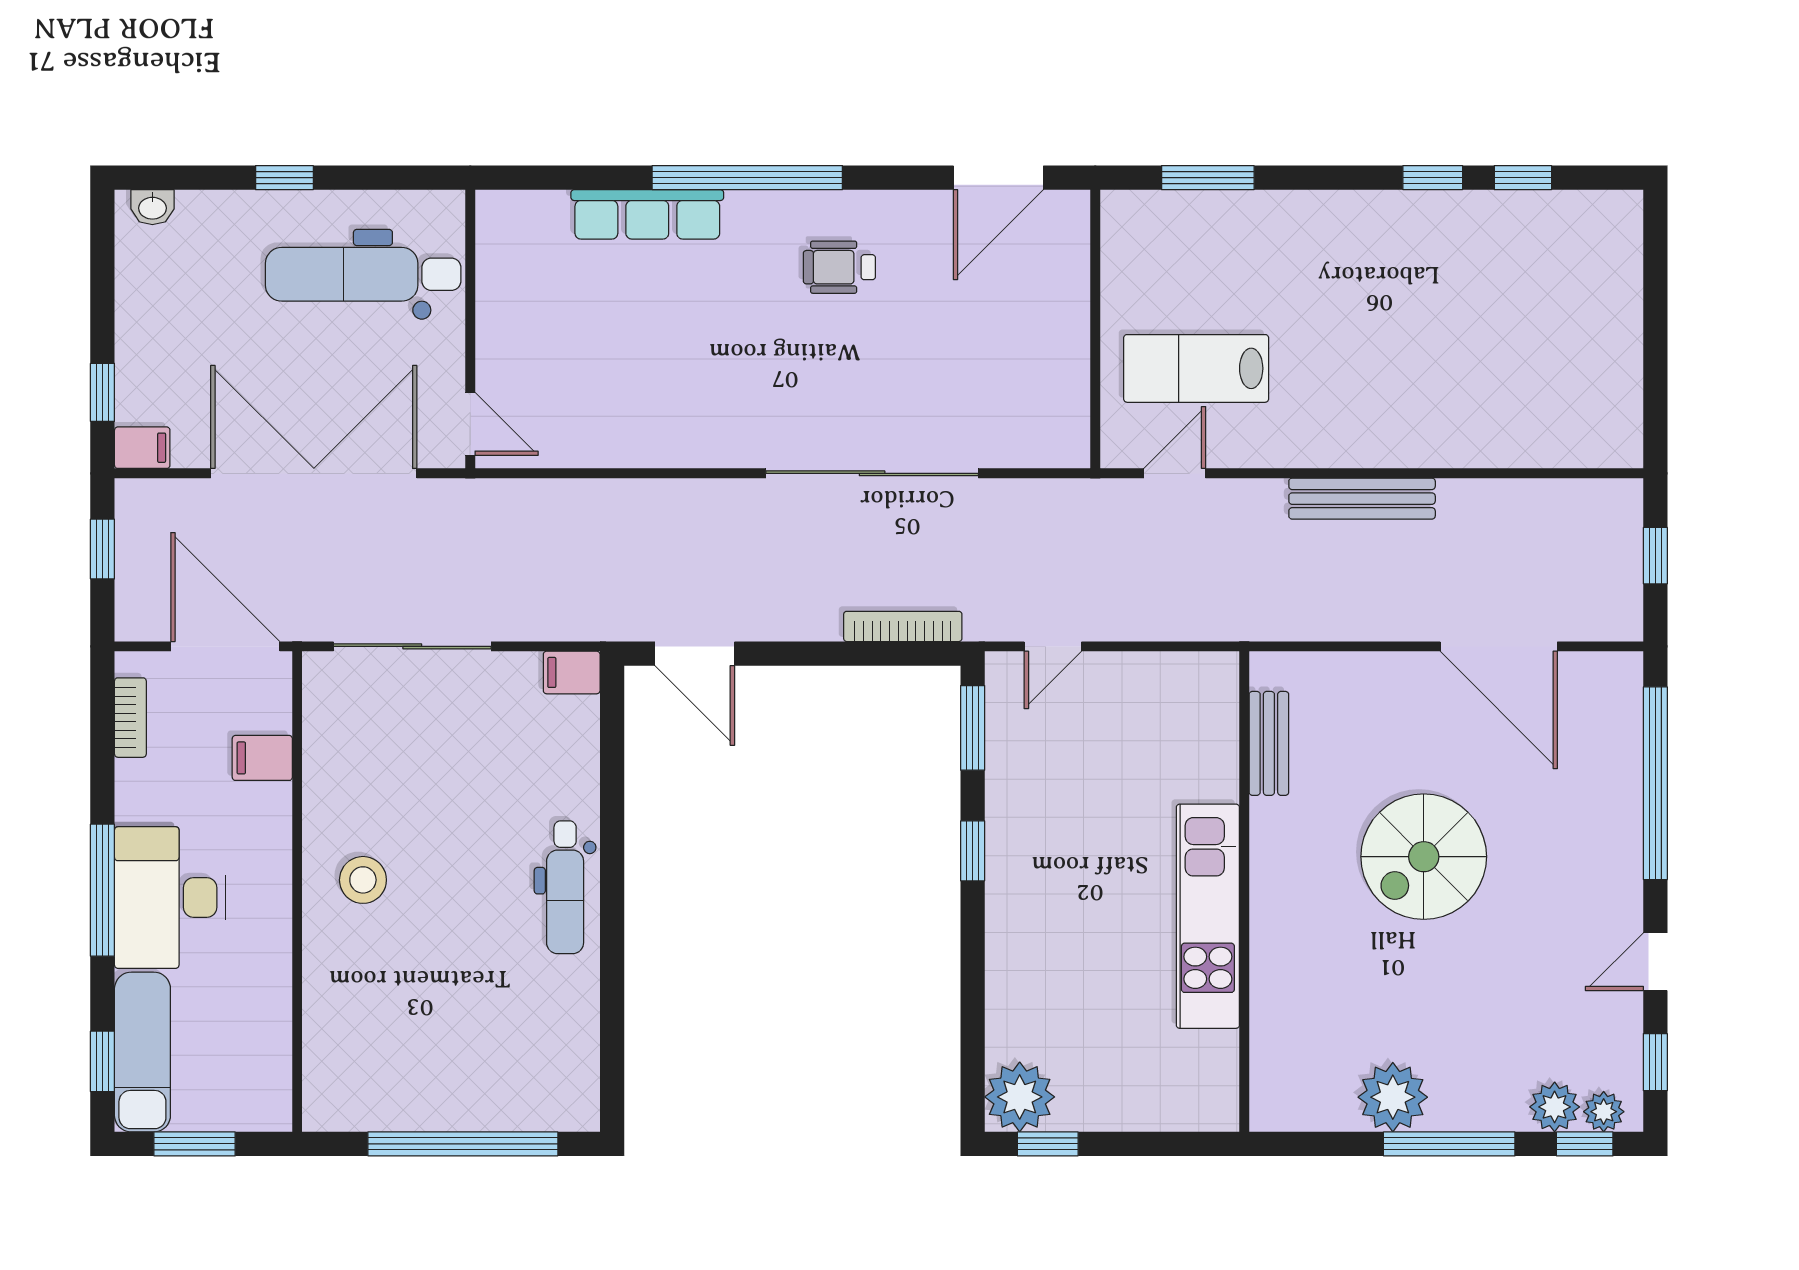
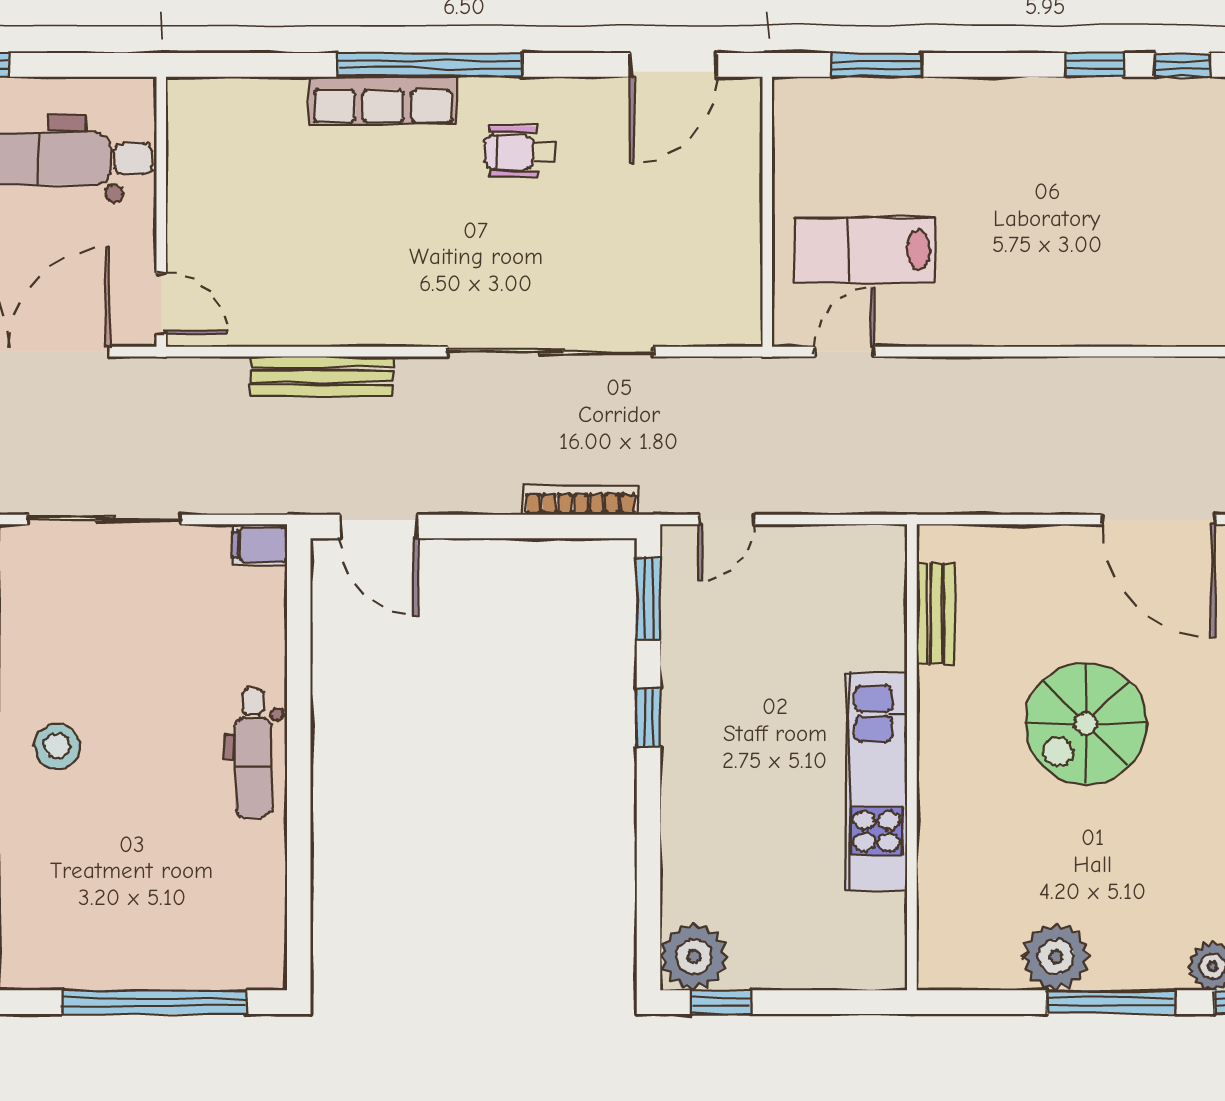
row of seats: (647, 214) -> (383, 101), moved
bench: (1362, 499) -> (322, 376), moved

